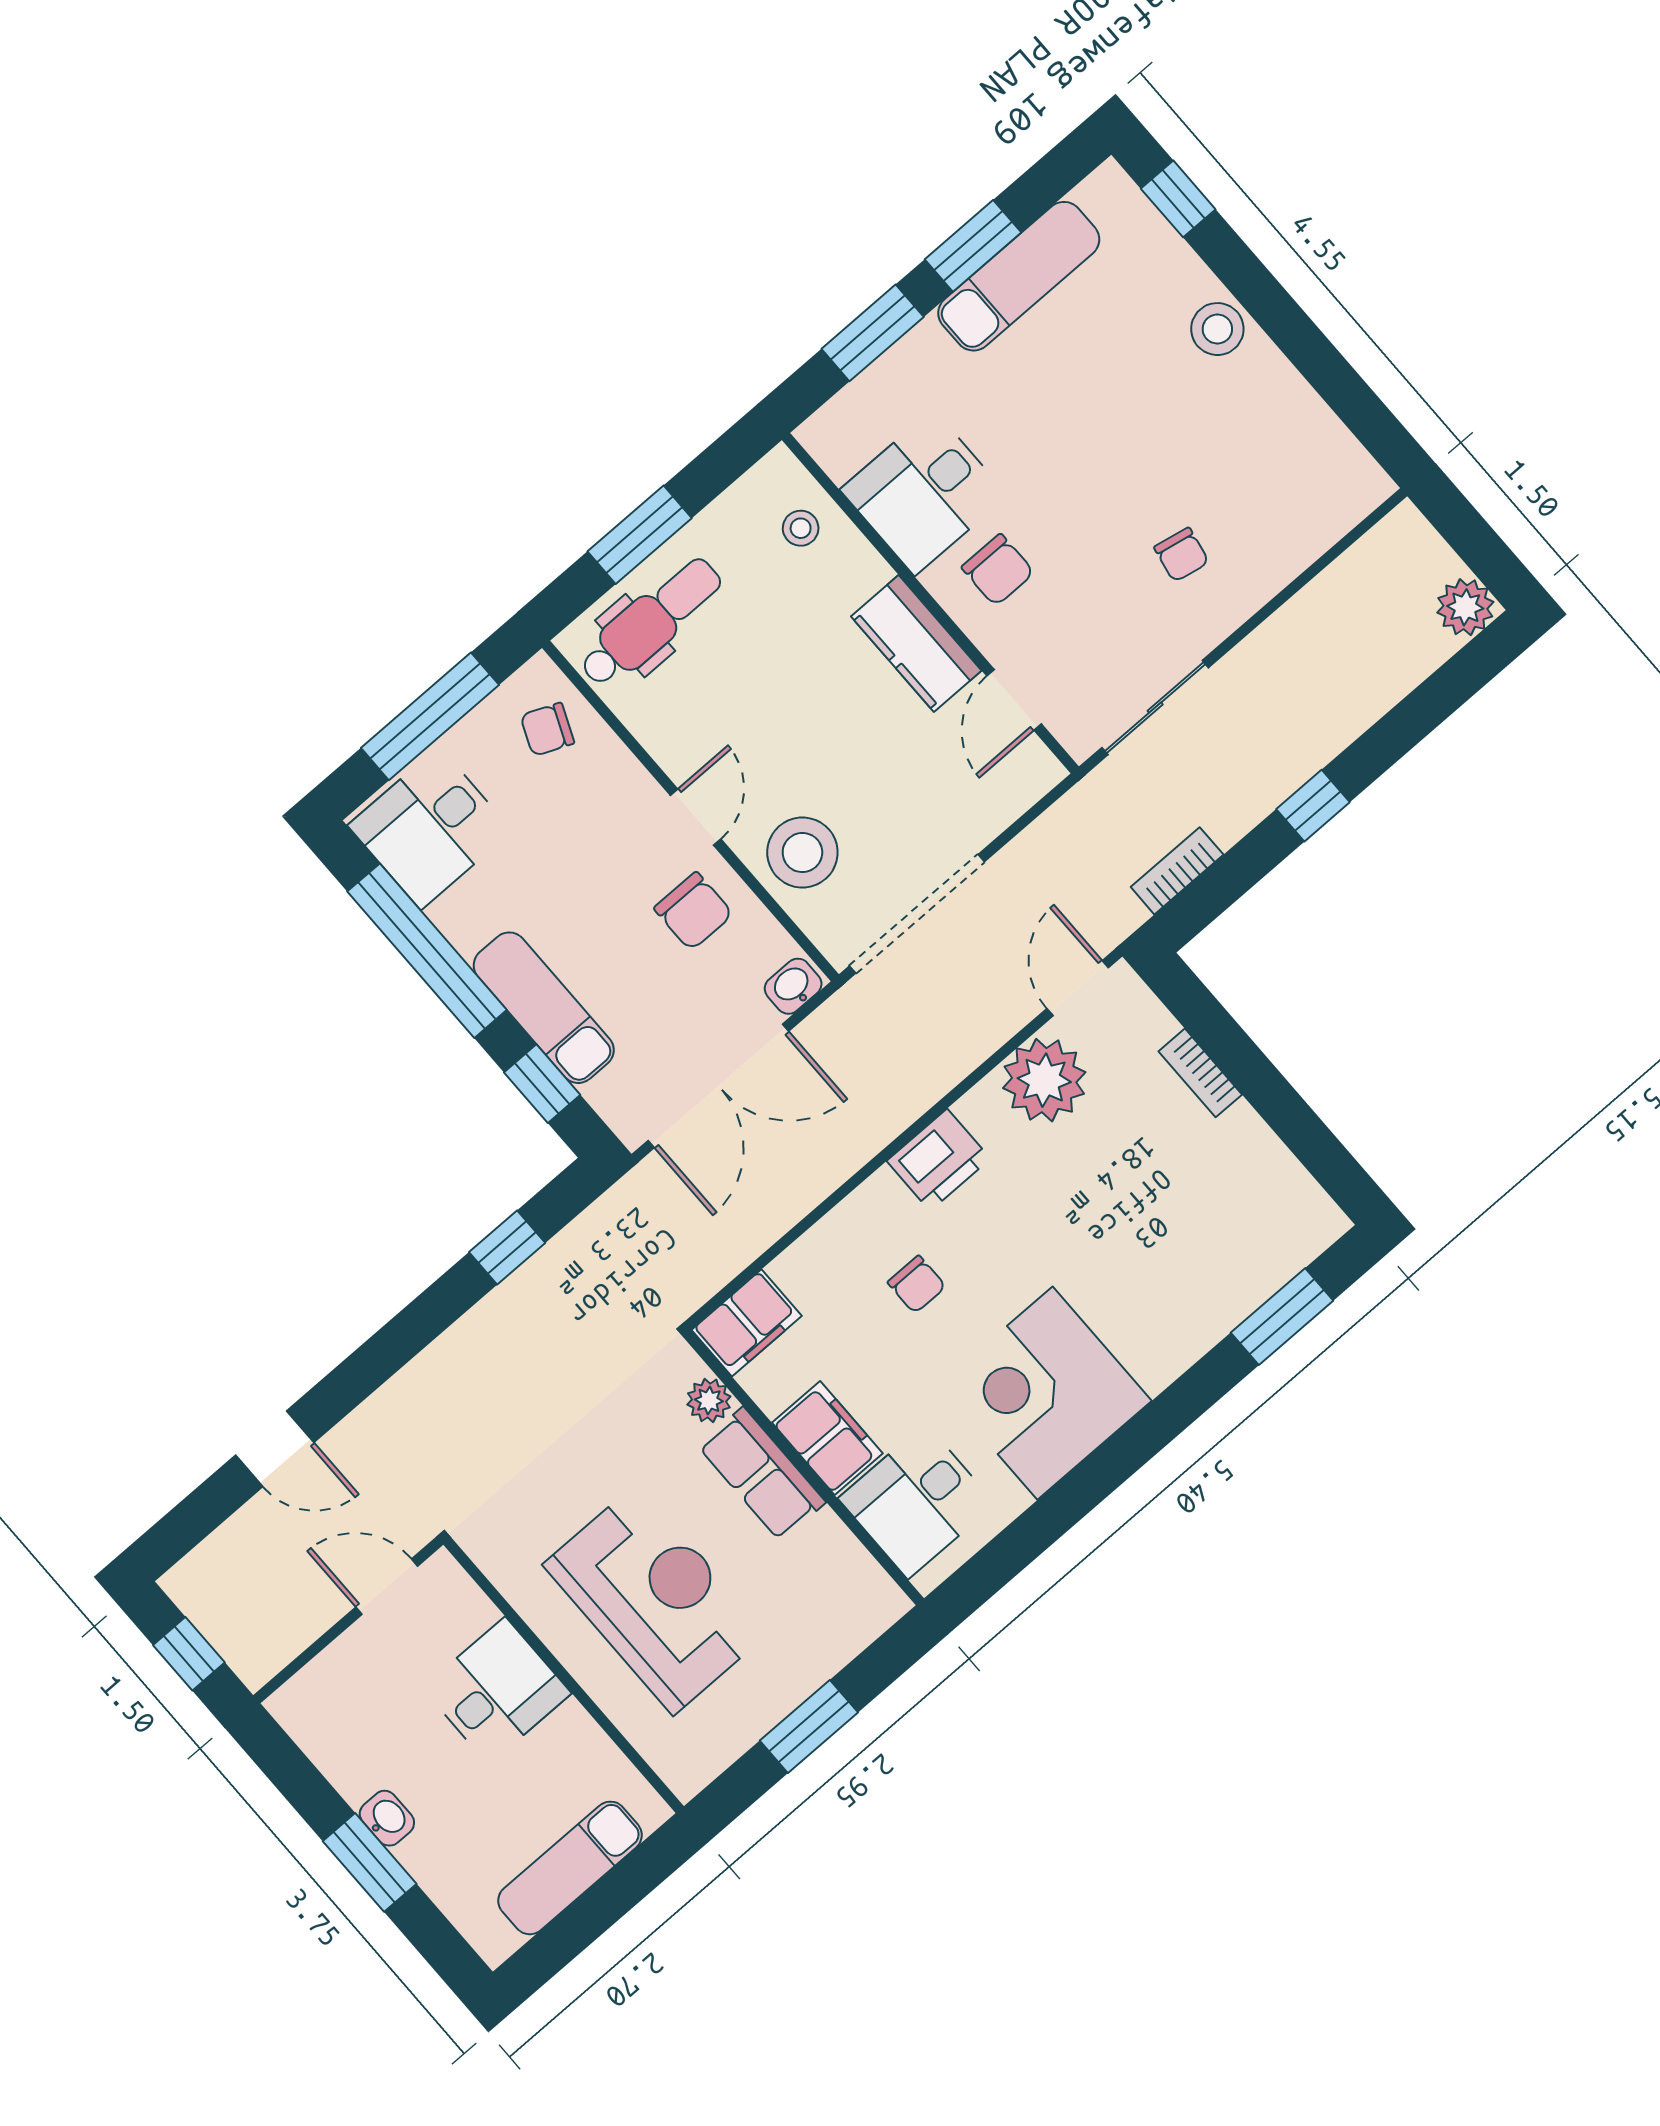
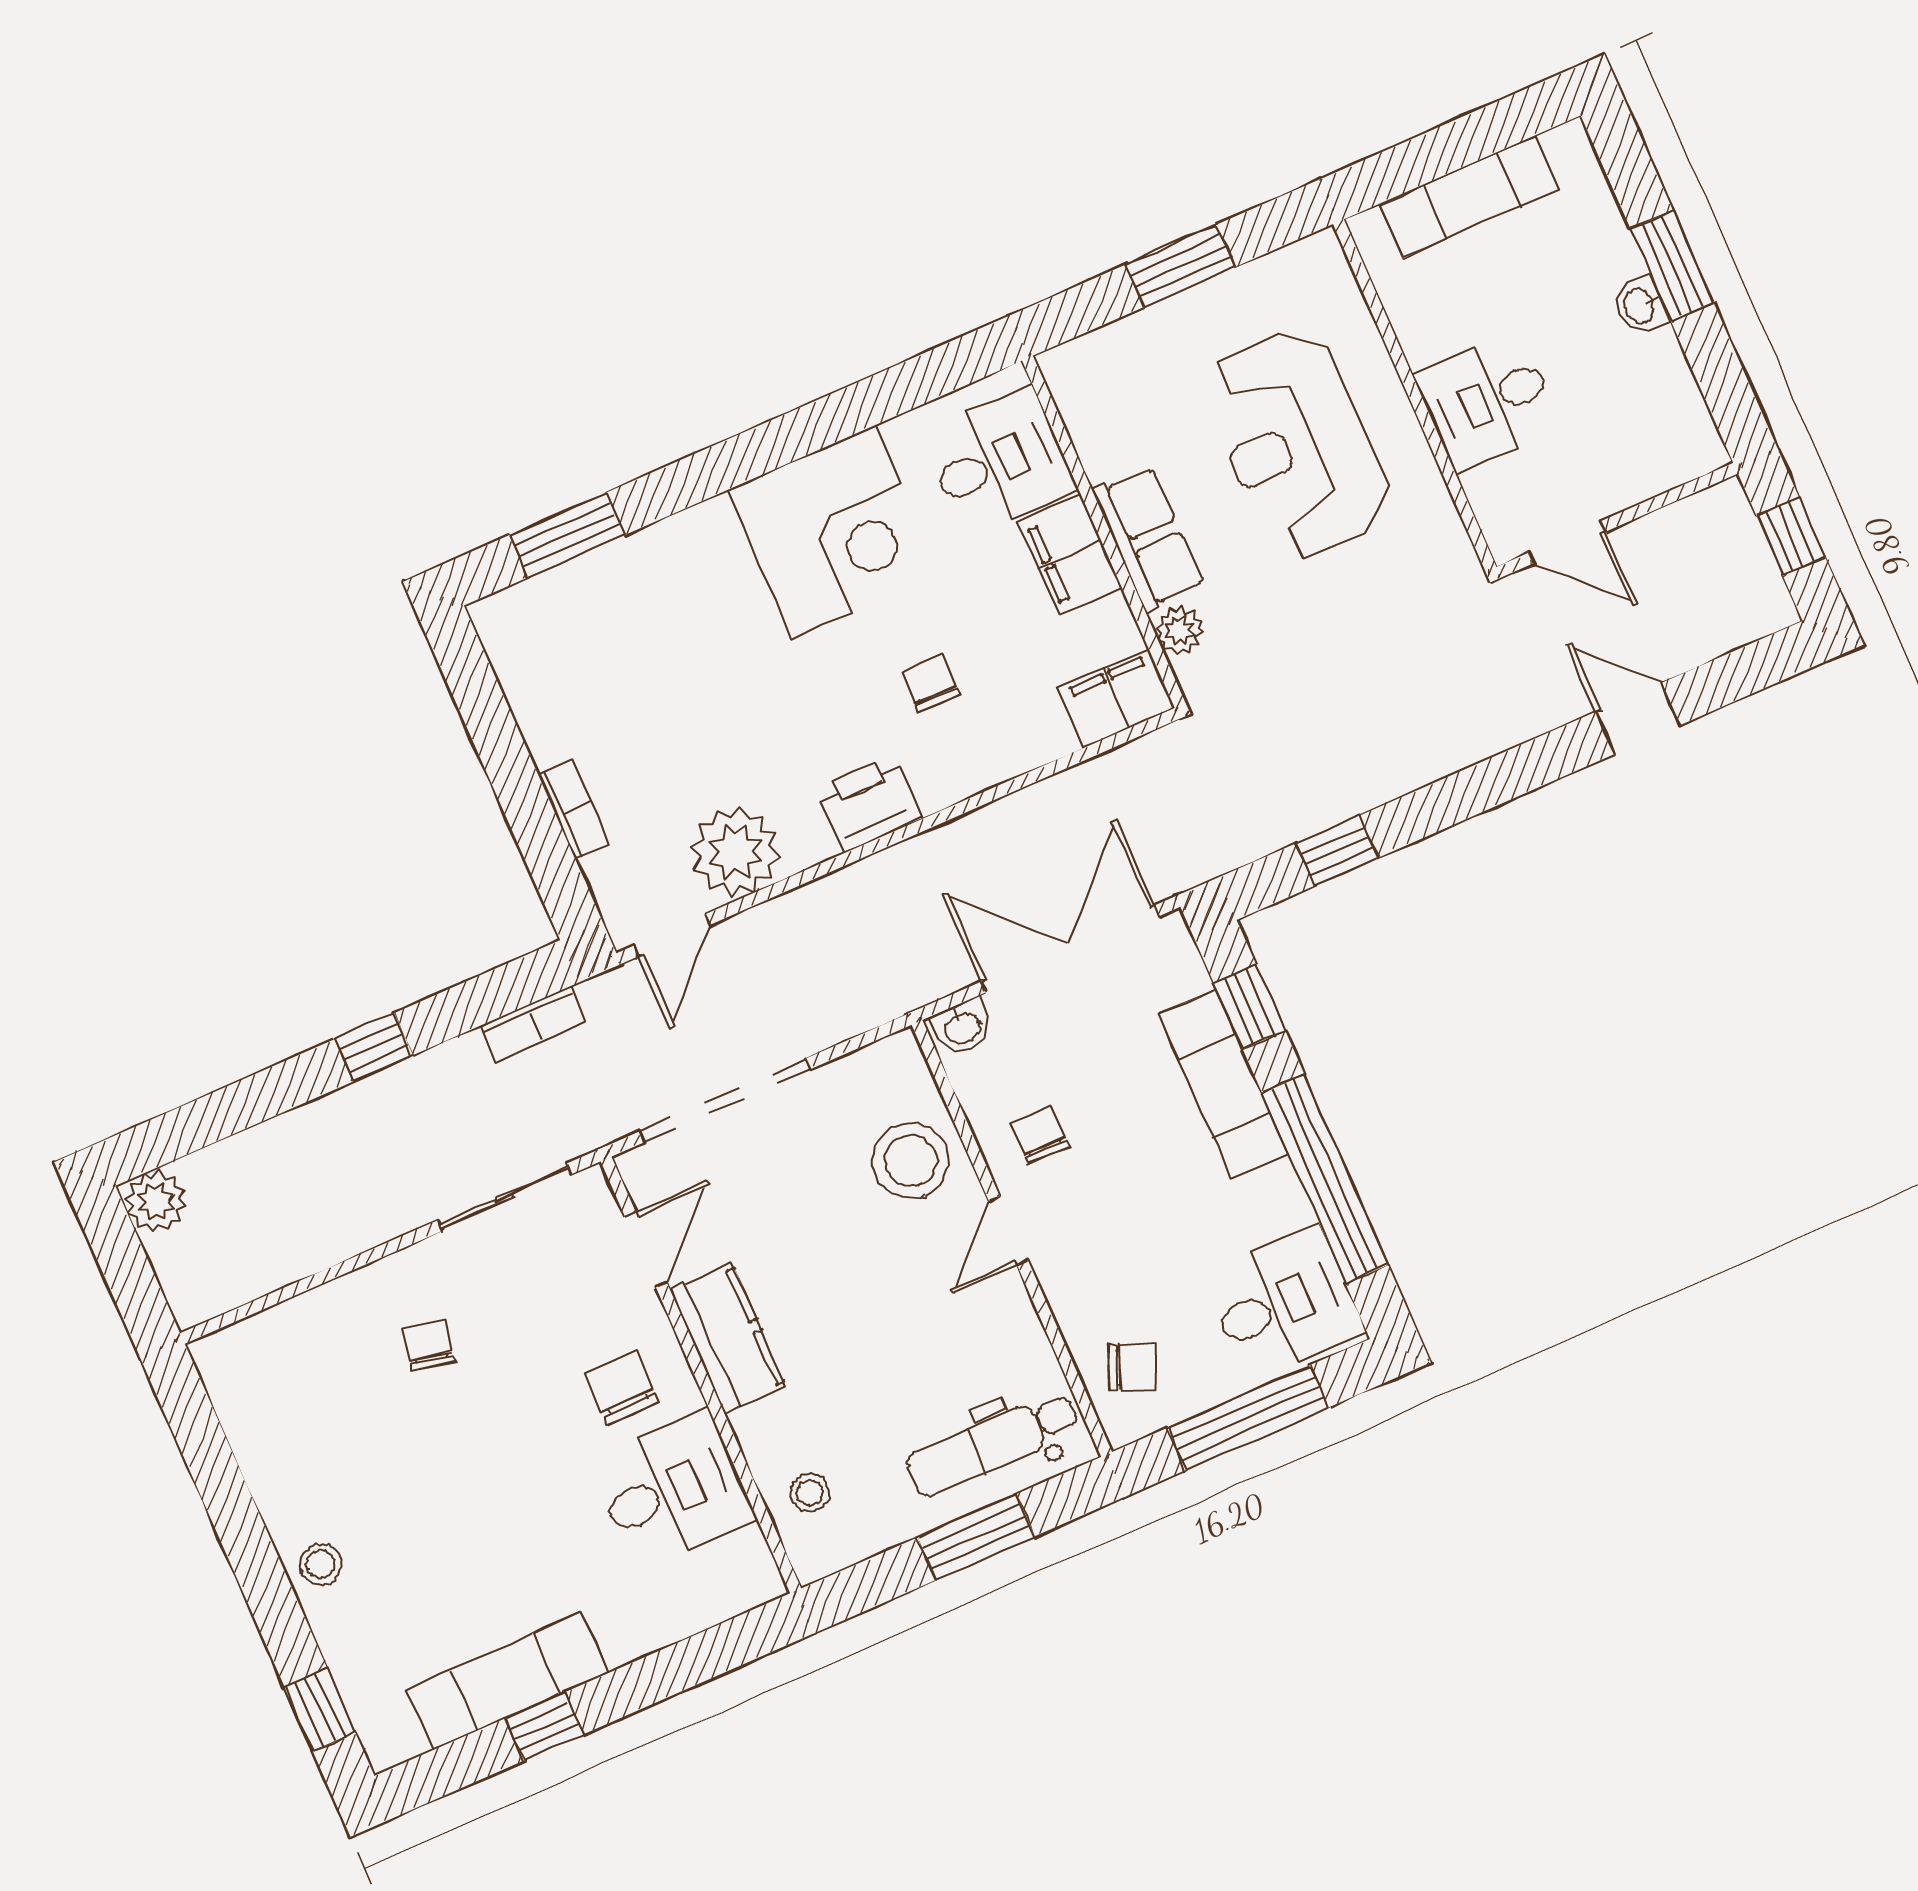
window: (973, 246) -> (544, 1726), width x0.67
stool: (1217, 329) -> (321, 1564), width x0.73, depth x0.73
window: (873, 333) -> (674, 1669), removed
chair: (694, 911) -> (1040, 1135), width x0.73, depth x0.73
doorway: (917, 914) -> (724, 1101), moved

